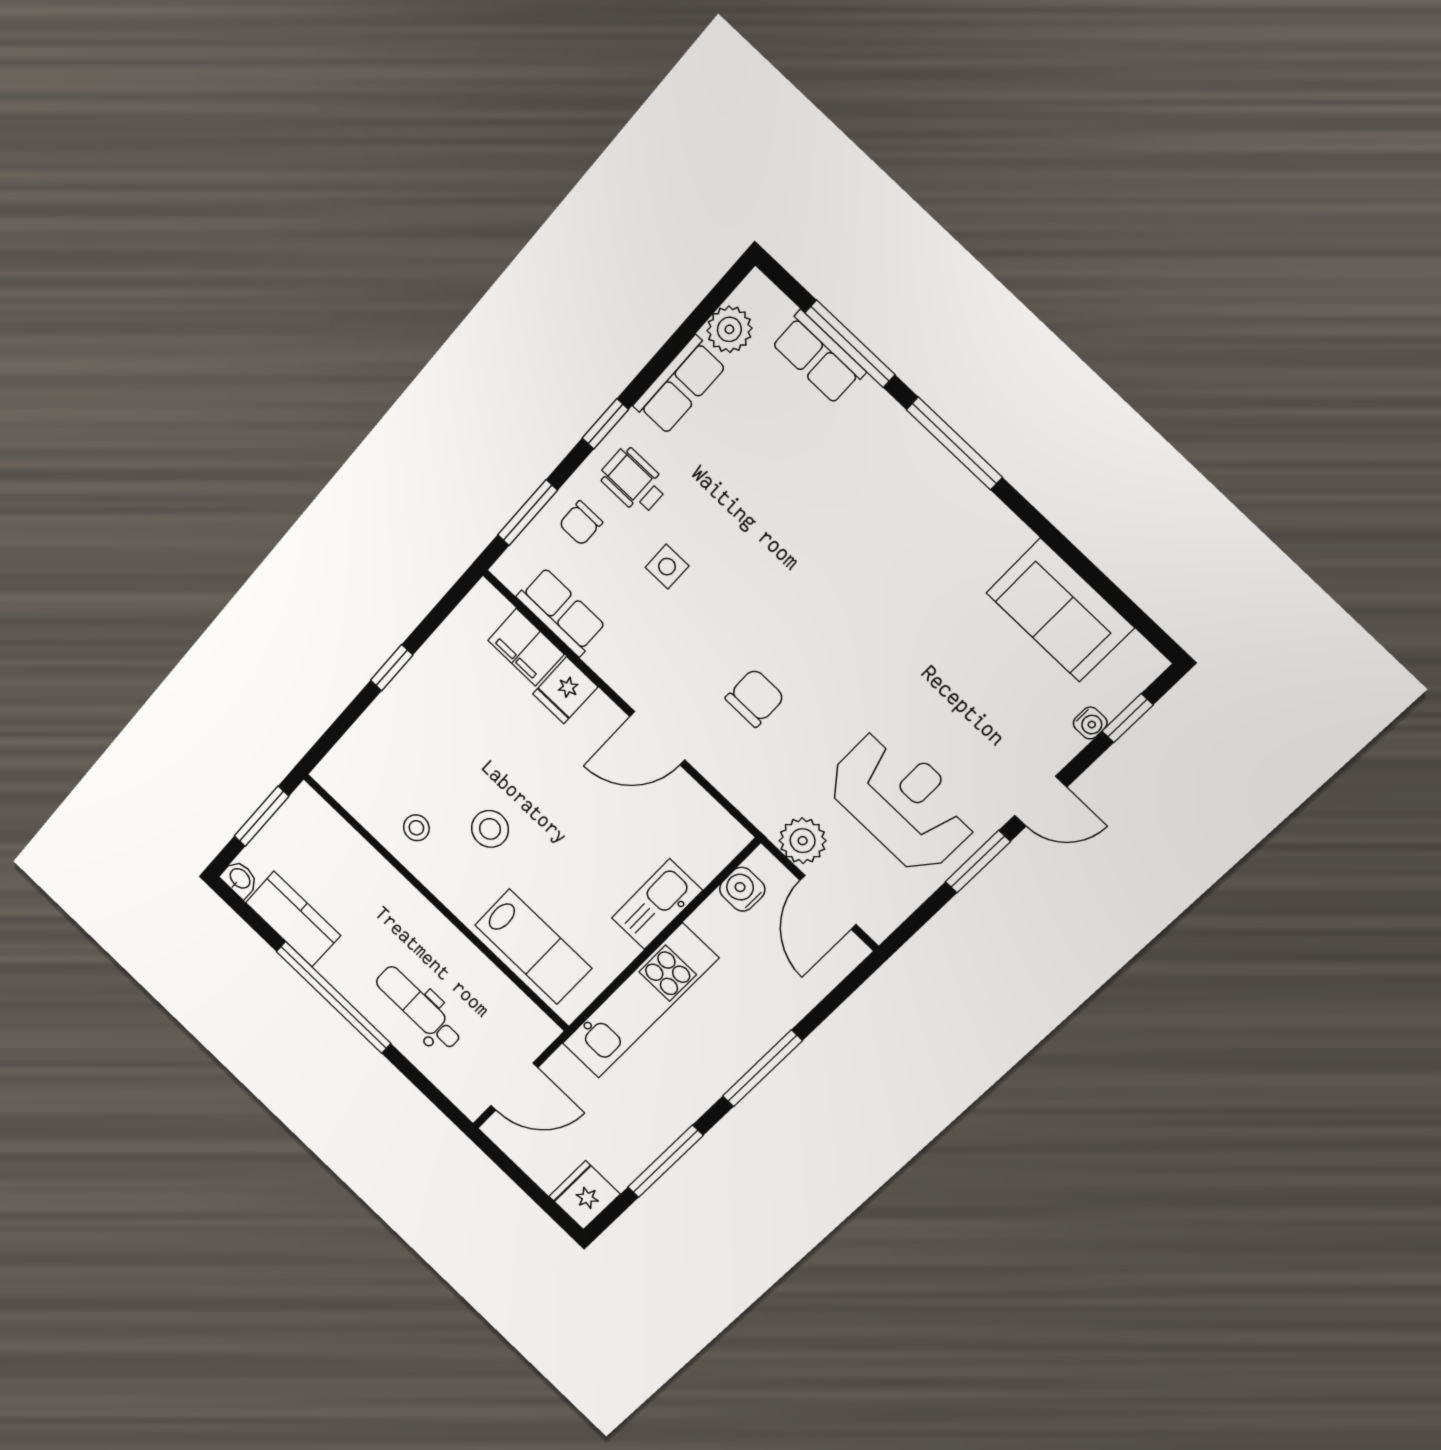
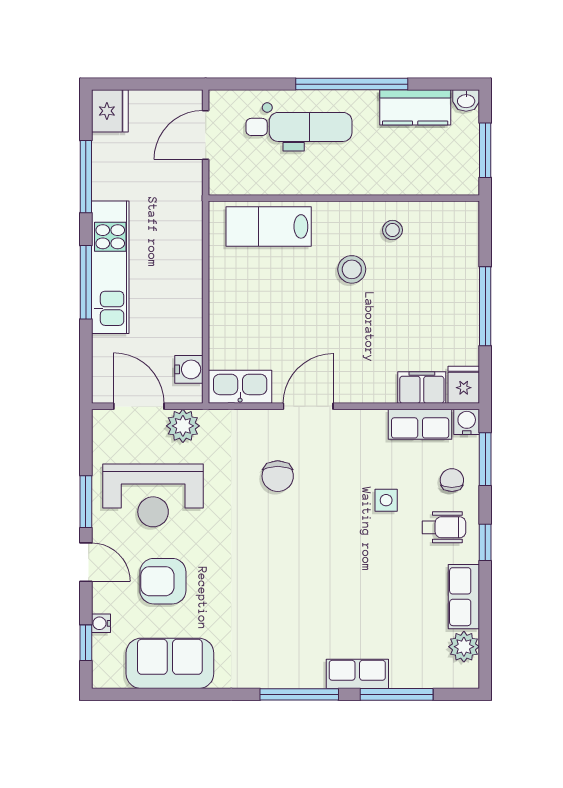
row of seats: (818, 357) -> (357, 674), moved
water cooler: (512, 569) -> (467, 422), added
window: (392, 668) -> (485, 306), width x2.17
fridge: (565, 690) -> (464, 385), moved
armchair: (980, 704) -> (163, 581), added
door: (1041, 801) -> (86, 562), swing flipped
kitchen sink: (657, 904) -> (240, 387), moved, turned -90
kitchen unit: (640, 1001) -> (110, 267), moved, turned 180
dental chair: (419, 1008) -> (299, 127), width x1.36, depth x1.38

